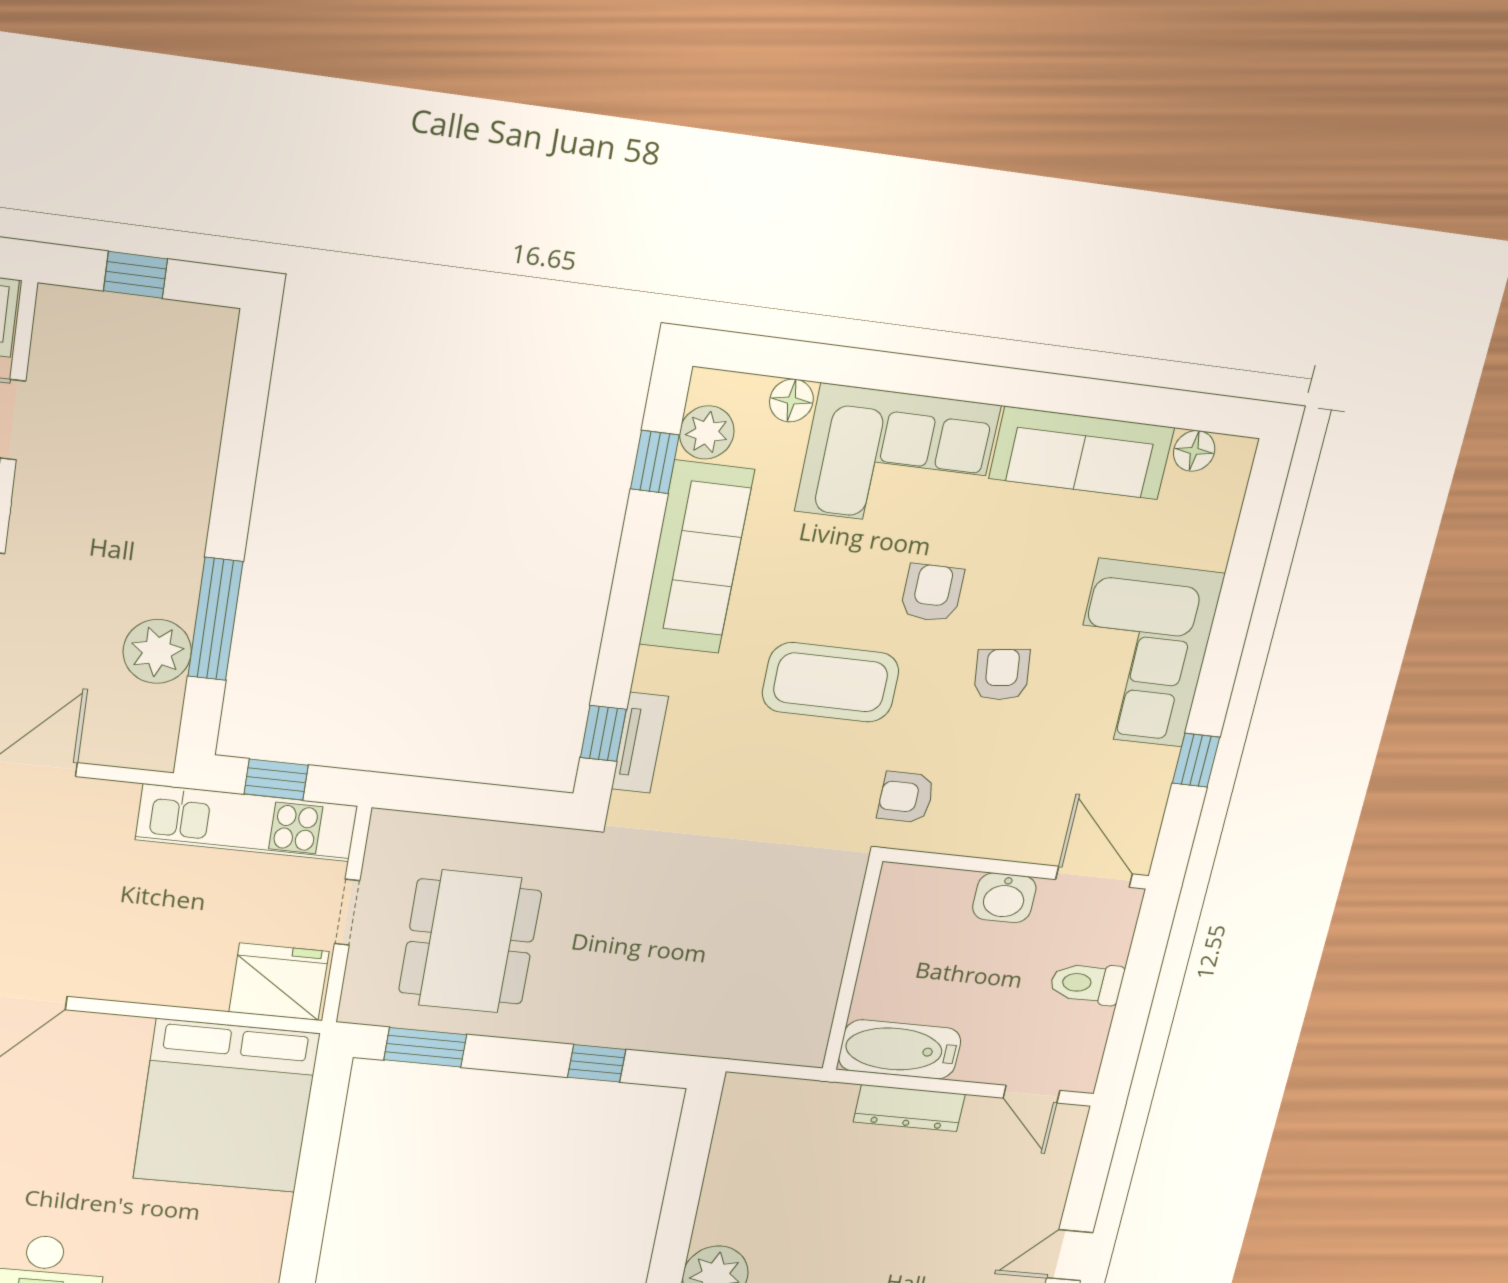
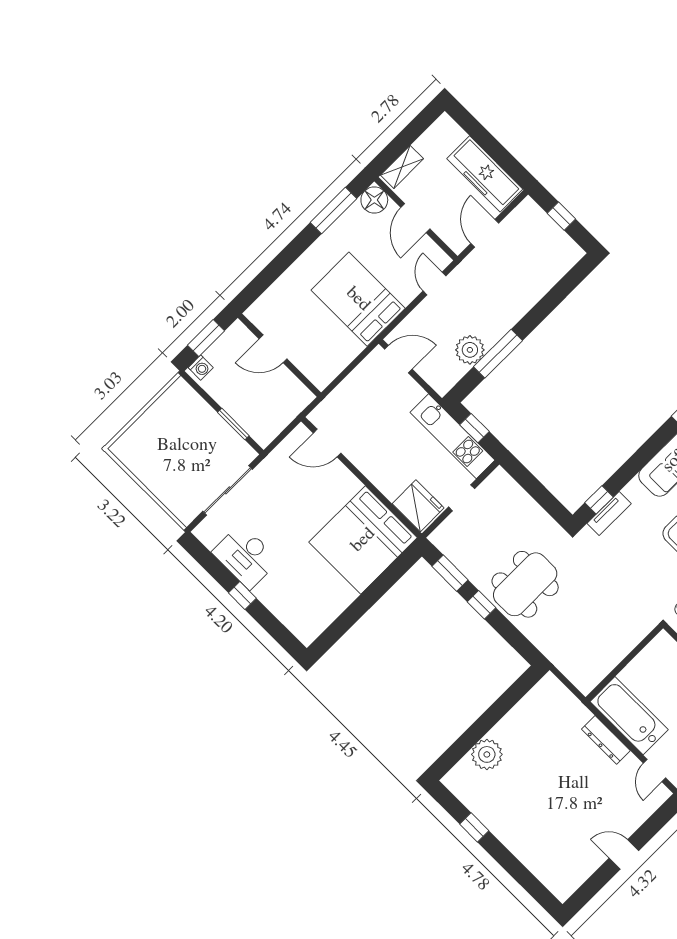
dining table: (470, 942) -> (525, 584), moved
bathtub: (900, 1049) -> (629, 716), width x1.36, depth x1.36
window: (597, 1063) -> (482, 605), moved

